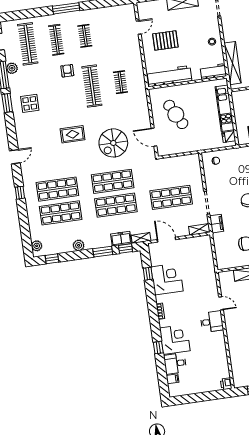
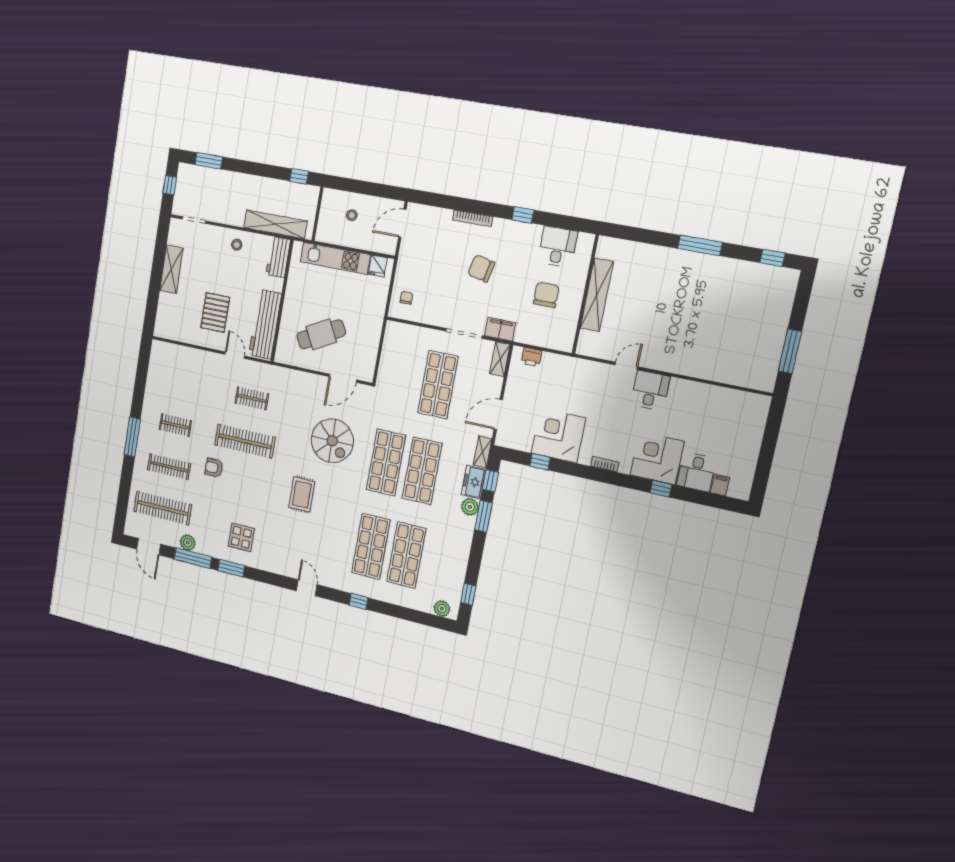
door: (139, 27) -> (235, 355), moved
plant: (79, 245) -> (470, 507), moved
printer: (226, 384) -> (532, 357), moved

